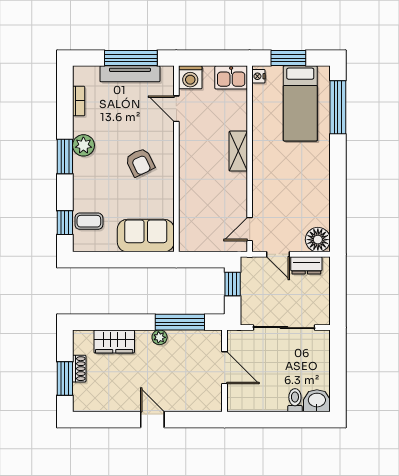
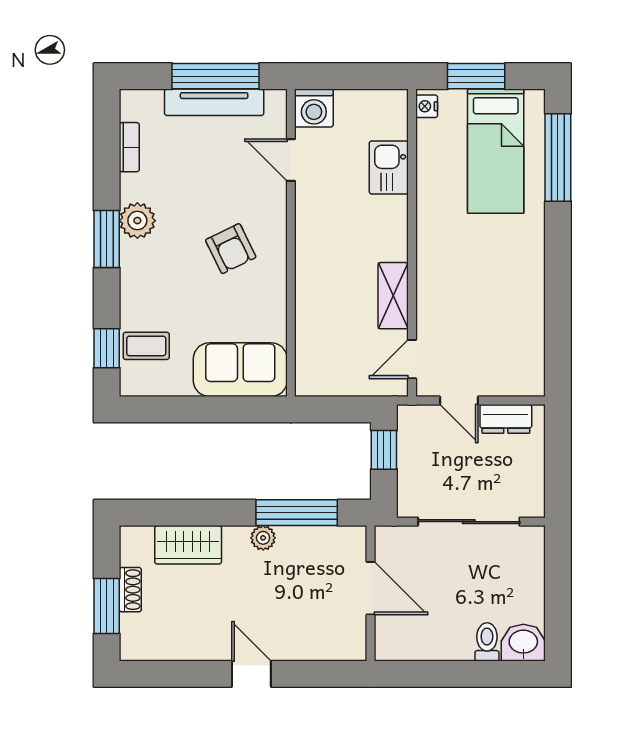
kitchen sink: (231, 77) -> (389, 168), moved, turned 90
shelving: (238, 151) -> (393, 296), moved
floor lamp: (318, 240) -> (525, 376), removed

